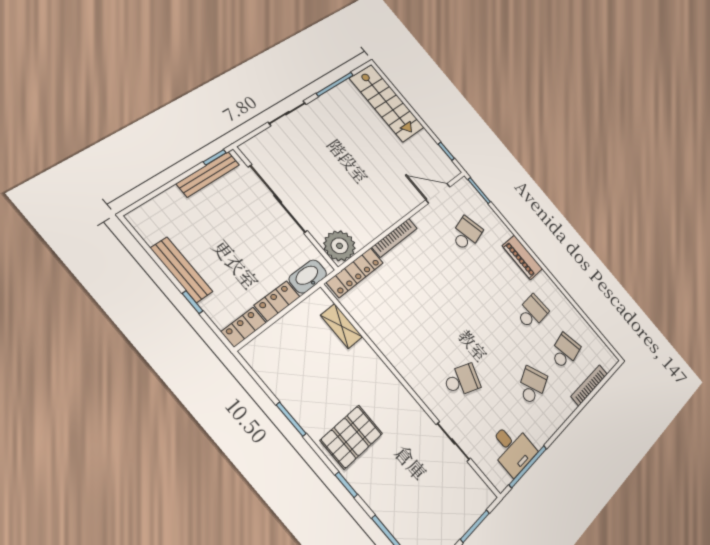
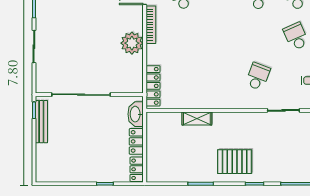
bookcase: (395, 238) -> (151, 25), moved
plant: (340, 246) -> (132, 43), moved
bench: (182, 270) -> (84, 176), removed
shelving: (341, 326) -> (197, 118), moved
pallet: (351, 437) -> (235, 162), turned 90

